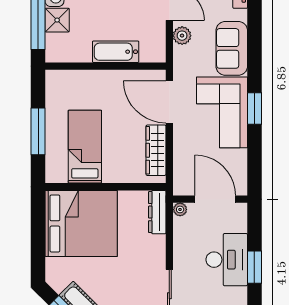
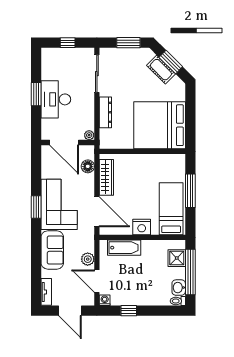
shower: (57, 20) -> (177, 258), moved
bathtub: (116, 52) -> (124, 248), moved
nightstand: (106, 81) -> (142, 227), added
bed: (85, 147) -> (171, 209), moved, turned 180
floor lamp: (182, 166) -> (88, 166), added
dresser: (157, 212) -> (105, 112), moved

